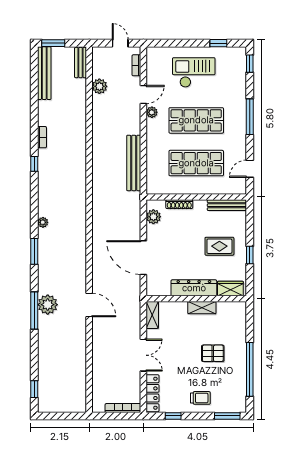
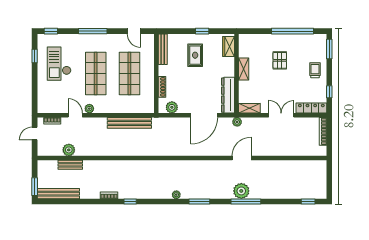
bench: (81, 63) -> (70, 165), moved
checkout: (194, 72) -> (59, 64), moved
dresser: (194, 288) -> (228, 95), moved
plant: (135, 299) -> (237, 122), added

